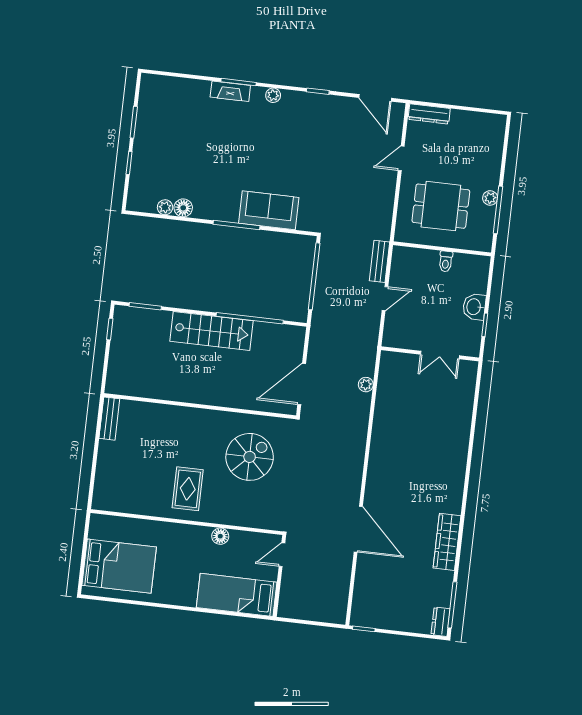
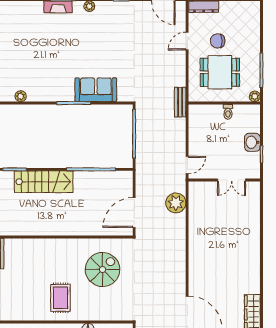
chair: (443, 163) -> (218, 41), added
plant: (490, 198) -> (255, 96), moved
floor lamp: (183, 208) -> (34, 95), removed
bench: (380, 261) -> (180, 102), moved
door: (385, 299) -> (187, 165), moved
stairs: (211, 331) -> (44, 182), moved
plant: (366, 385) -> (176, 203), width x1.87, depth x1.87

